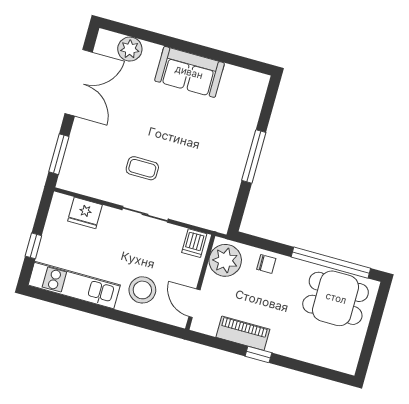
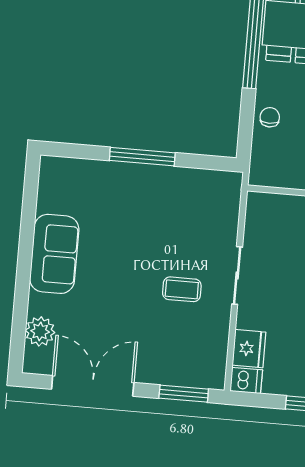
coffee table: (142, 168) -> (182, 289), turned 90
dishwasher: (194, 243) -> (246, 380), moved
plant: (225, 260) -> (275, 168), removed

